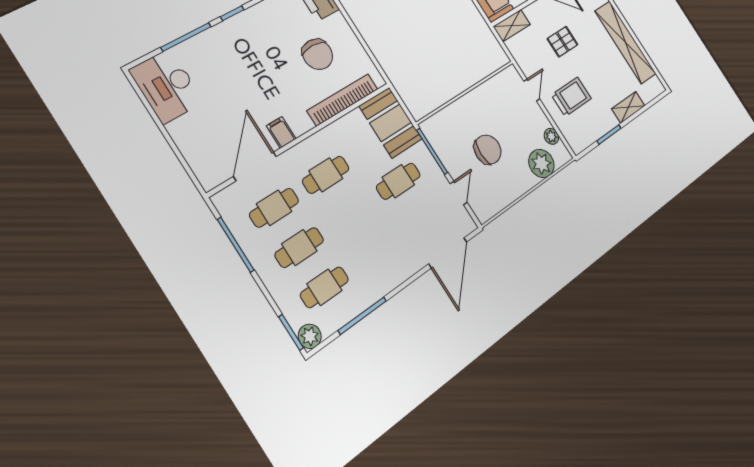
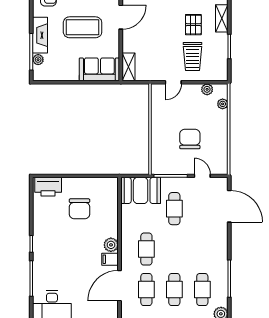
pallet: (563, 42) -> (193, 25), moved
chair: (318, 54) -> (79, 209), turned 90
door: (532, 90) -> (173, 82), swing flipped
trolley: (571, 97) -> (193, 56), turned 180
bookcase: (343, 100) -> (112, 211), removed
plant: (300, 123) -> (111, 245), added
plant: (541, 163) -> (223, 104), width x0.53, depth x0.53
door: (255, 166) -> (119, 286), hinge flipped

